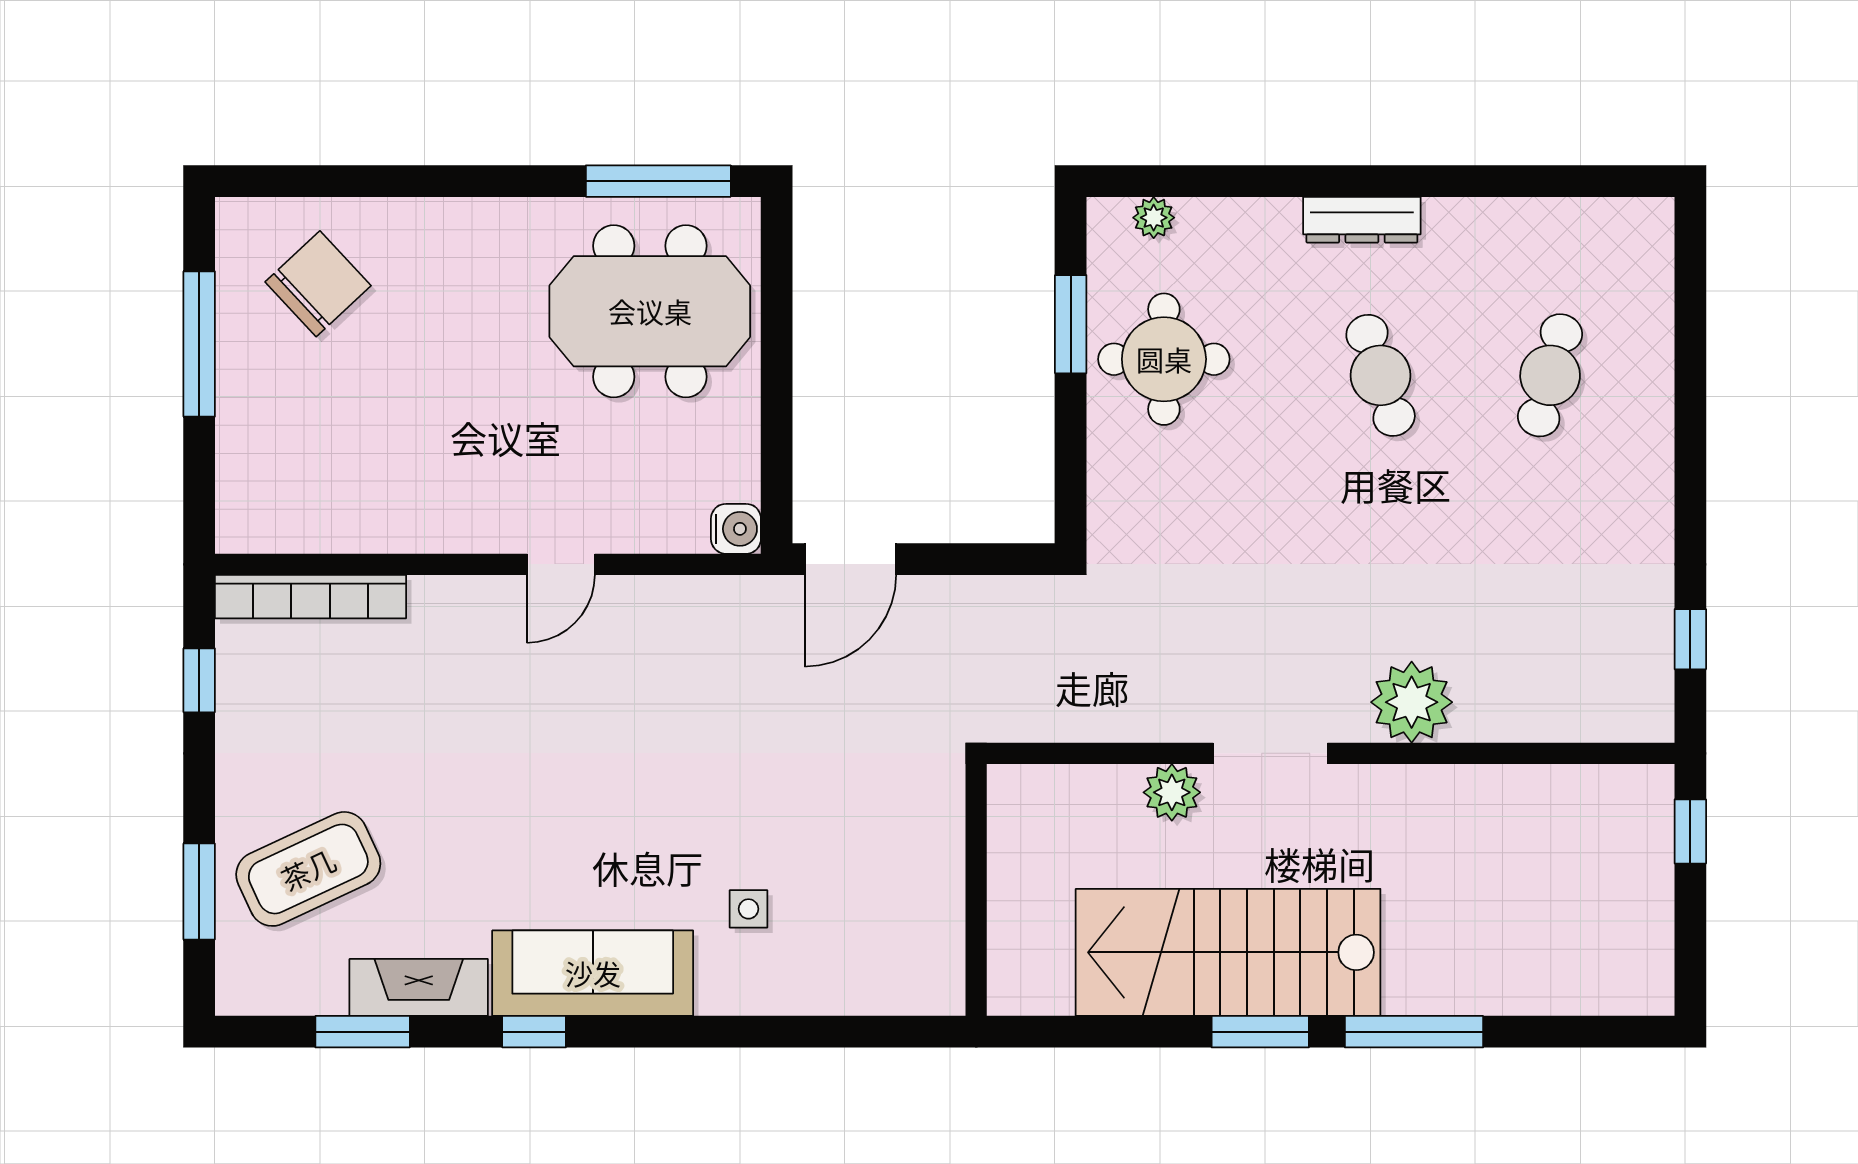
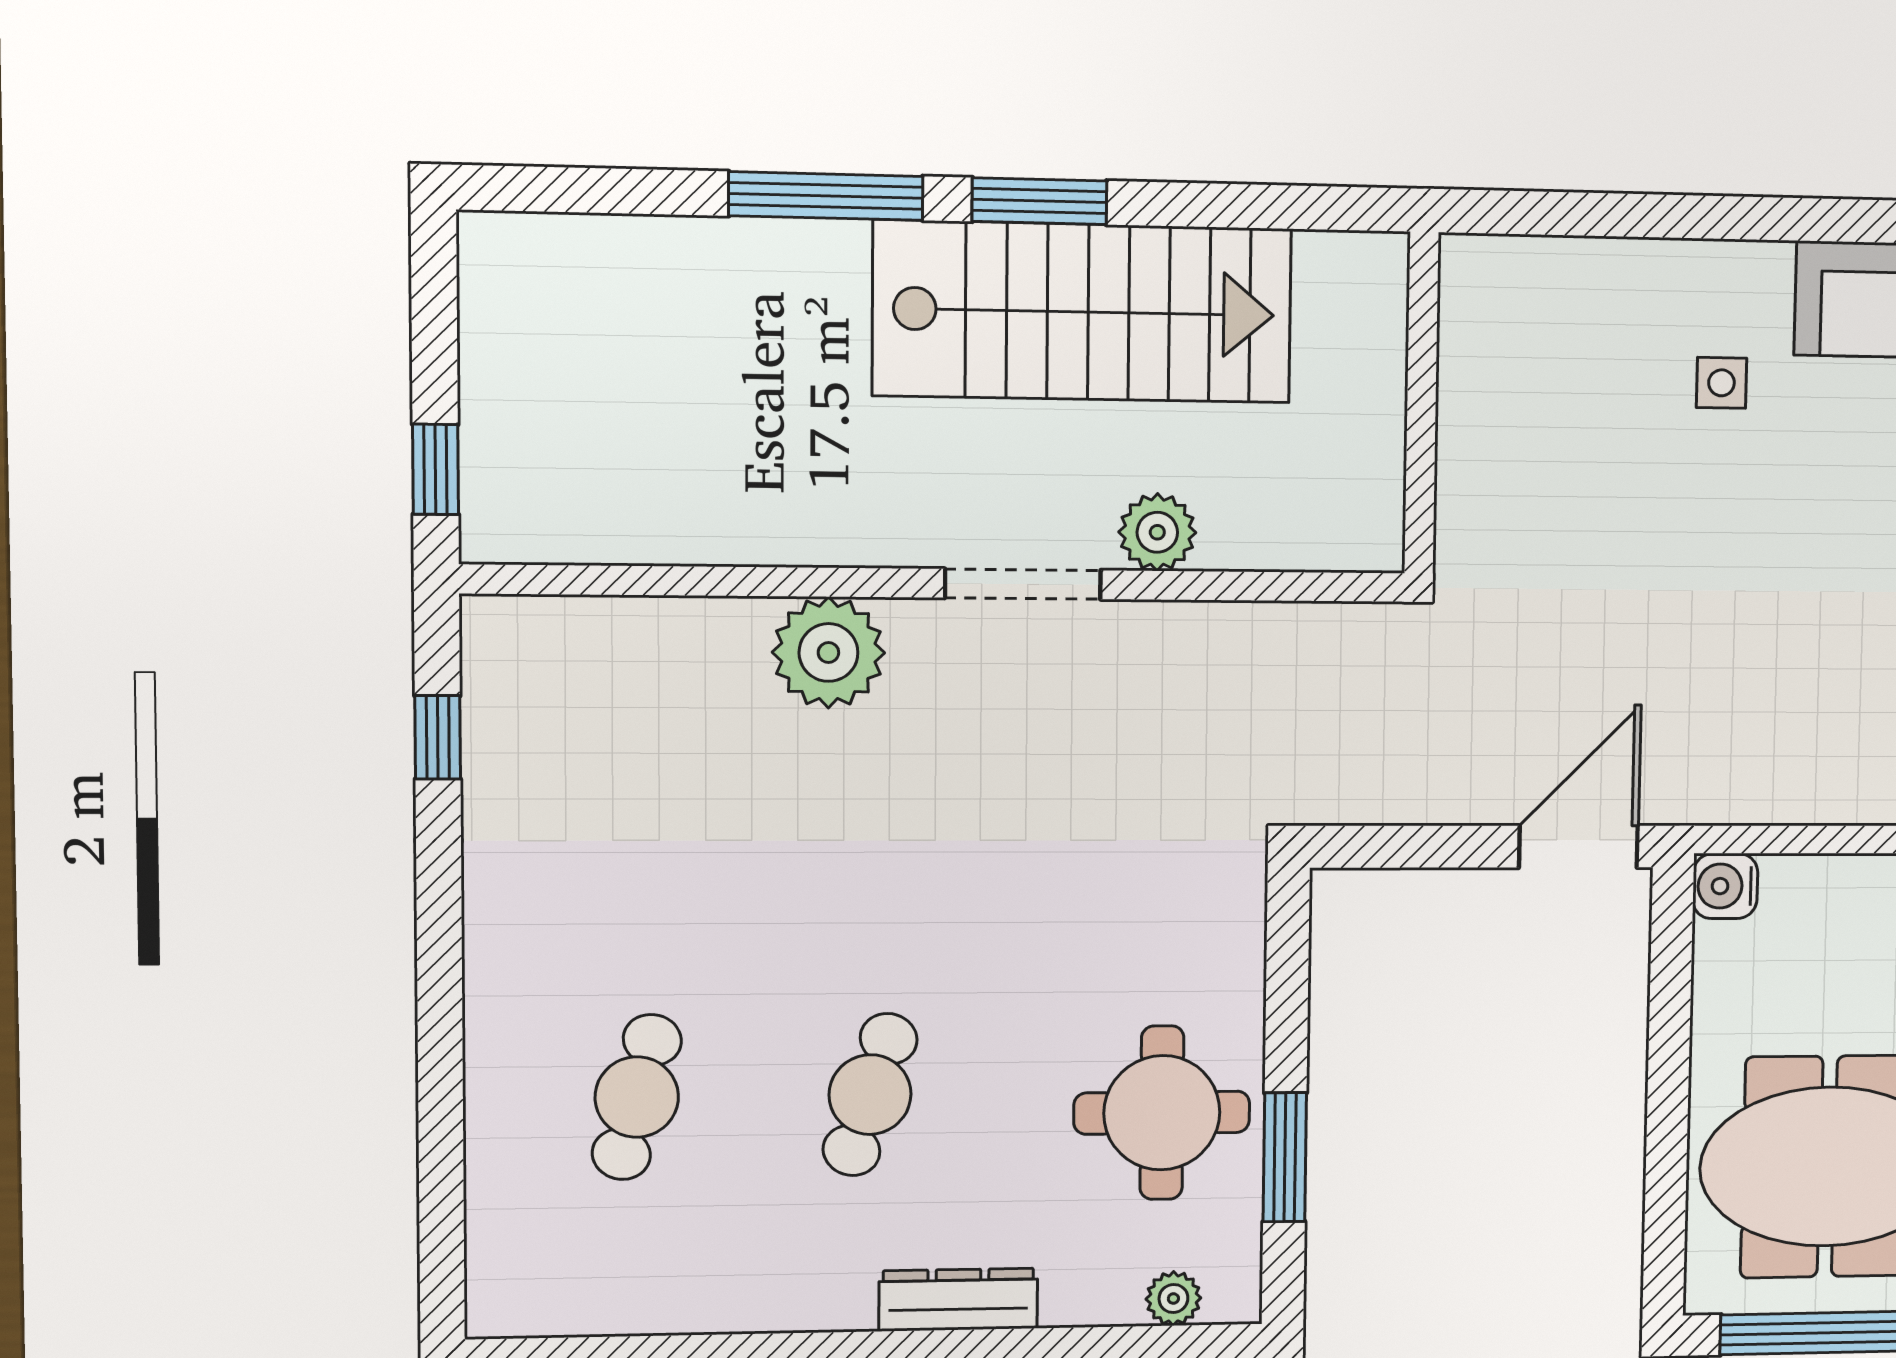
dresser: (1362, 220) -> (958, 1300), moved
cafe table: (1381, 375) -> (870, 1095), turned 36

